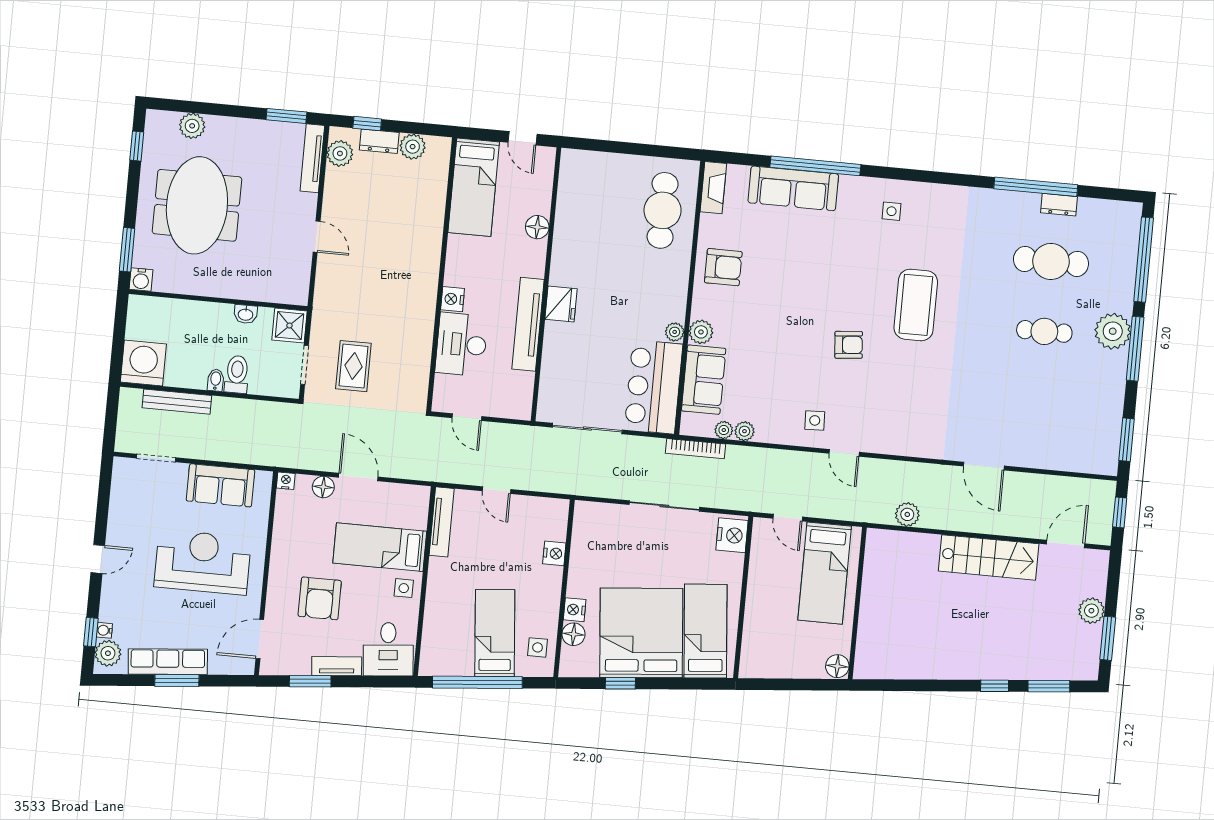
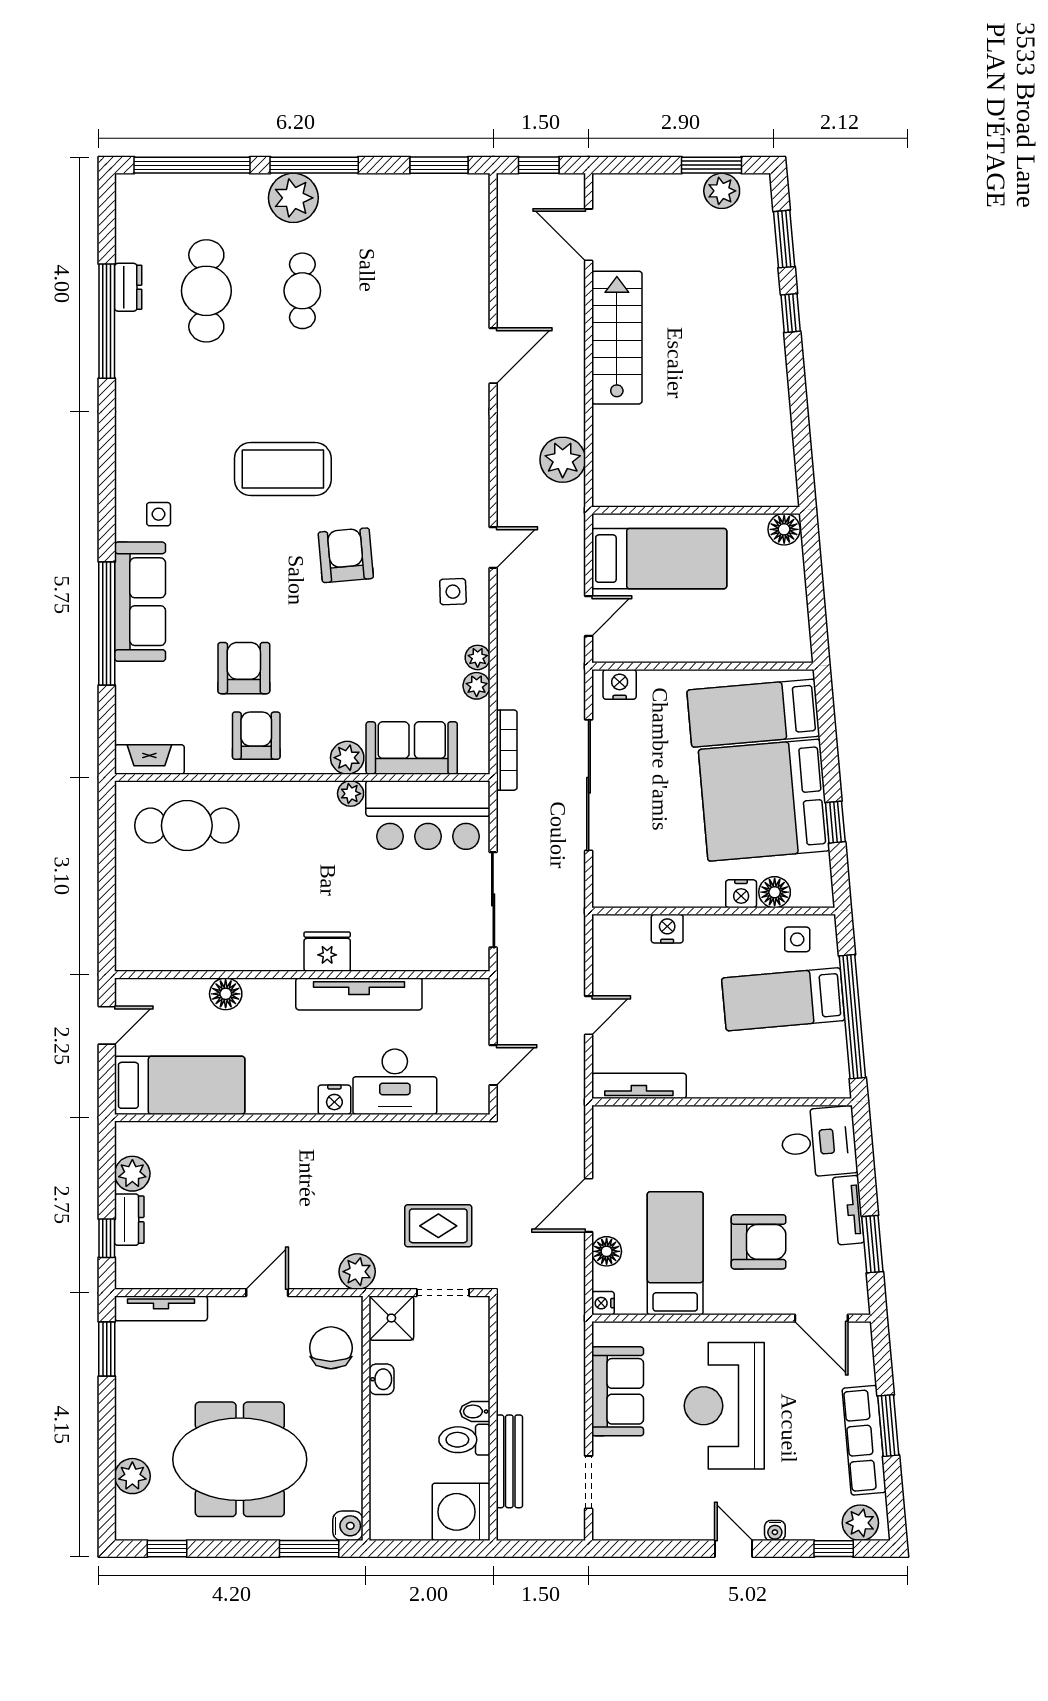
plant: (340, 153) -> (357, 1272), moved
sofa: (793, 188) -> (140, 602), moved
armchair: (773, 263) -> (244, 668), added
chair: (272, 279) -> (331, 1348), added
armchair: (849, 345) -> (346, 555), width x1.38, depth x1.38
toilet: (237, 374) -> (464, 1440), moved
plant: (724, 430) -> (478, 657), moved
sliding door: (664, 506) -> (589, 785), width x1.36
plant: (907, 514) -> (563, 460), width x1.36, depth x1.36
nightstand: (732, 535) -> (620, 684), width x0.74, depth x0.75
bed: (380, 547) -> (675, 1253), moved, turned 180
side table: (404, 588) -> (734, 1129), removed
plant: (1091, 611) -> (722, 191), moved
water cooler: (104, 630) -> (775, 1531), moved

